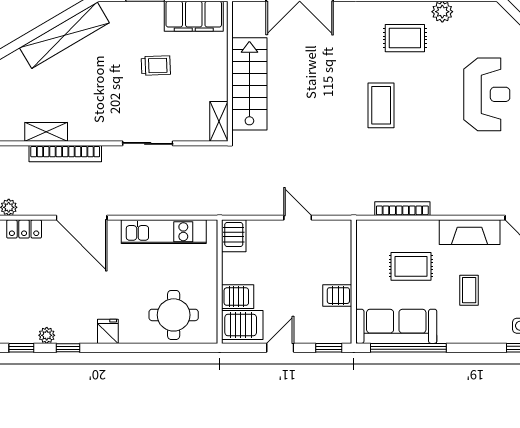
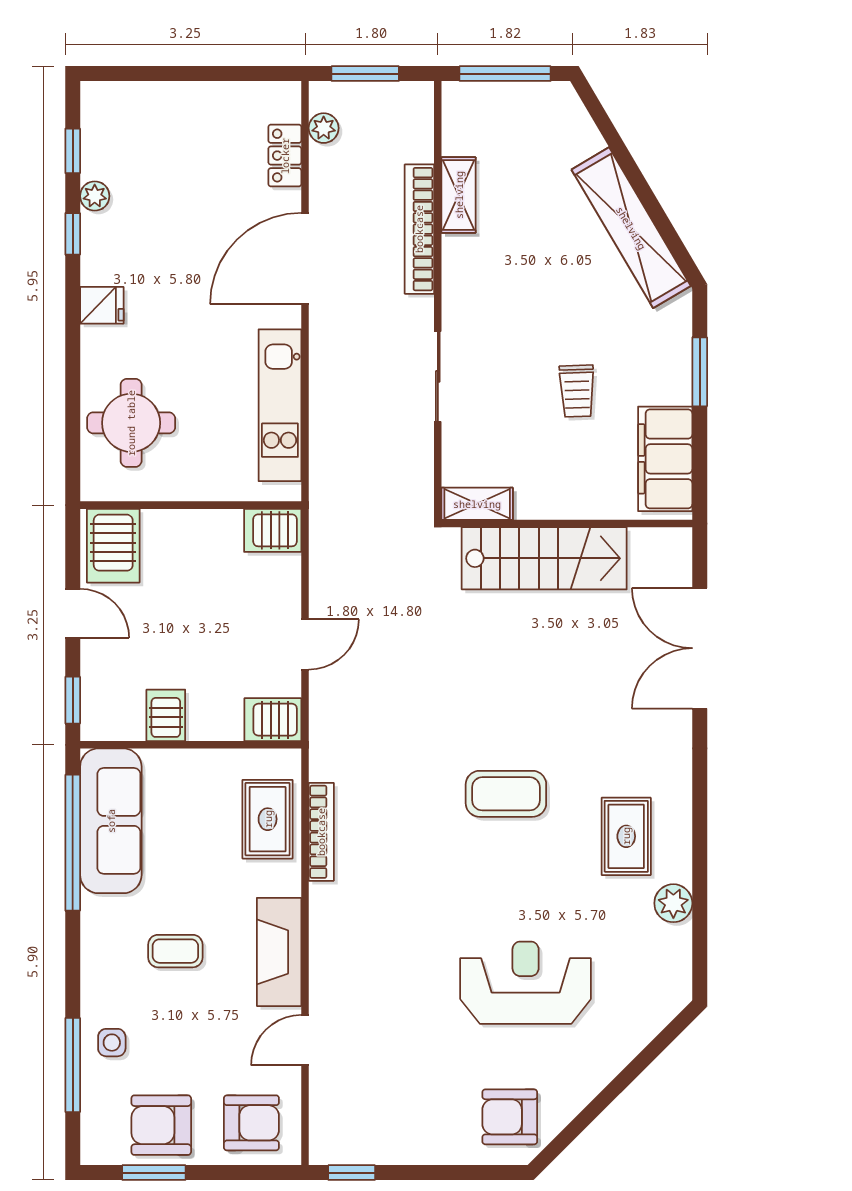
reception desk: (487, 94) -> (526, 983), turned 180
rug: (411, 266) -> (268, 819), moved
server rack: (238, 297) -> (273, 720), moved, turned 90

